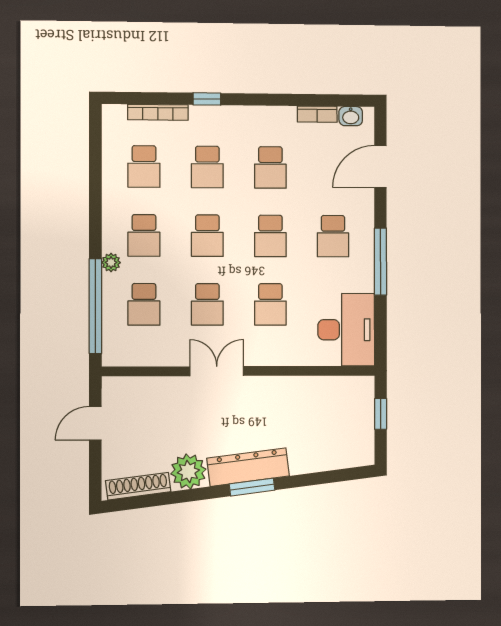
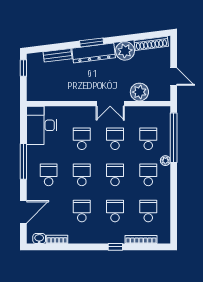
plant: (161, 393) -> (139, 92), added
window: (381, 414) -> (23, 68), moved
door: (95, 423) -> (174, 77), hinge flipped
bench: (316, 462) -> (58, 55), added

